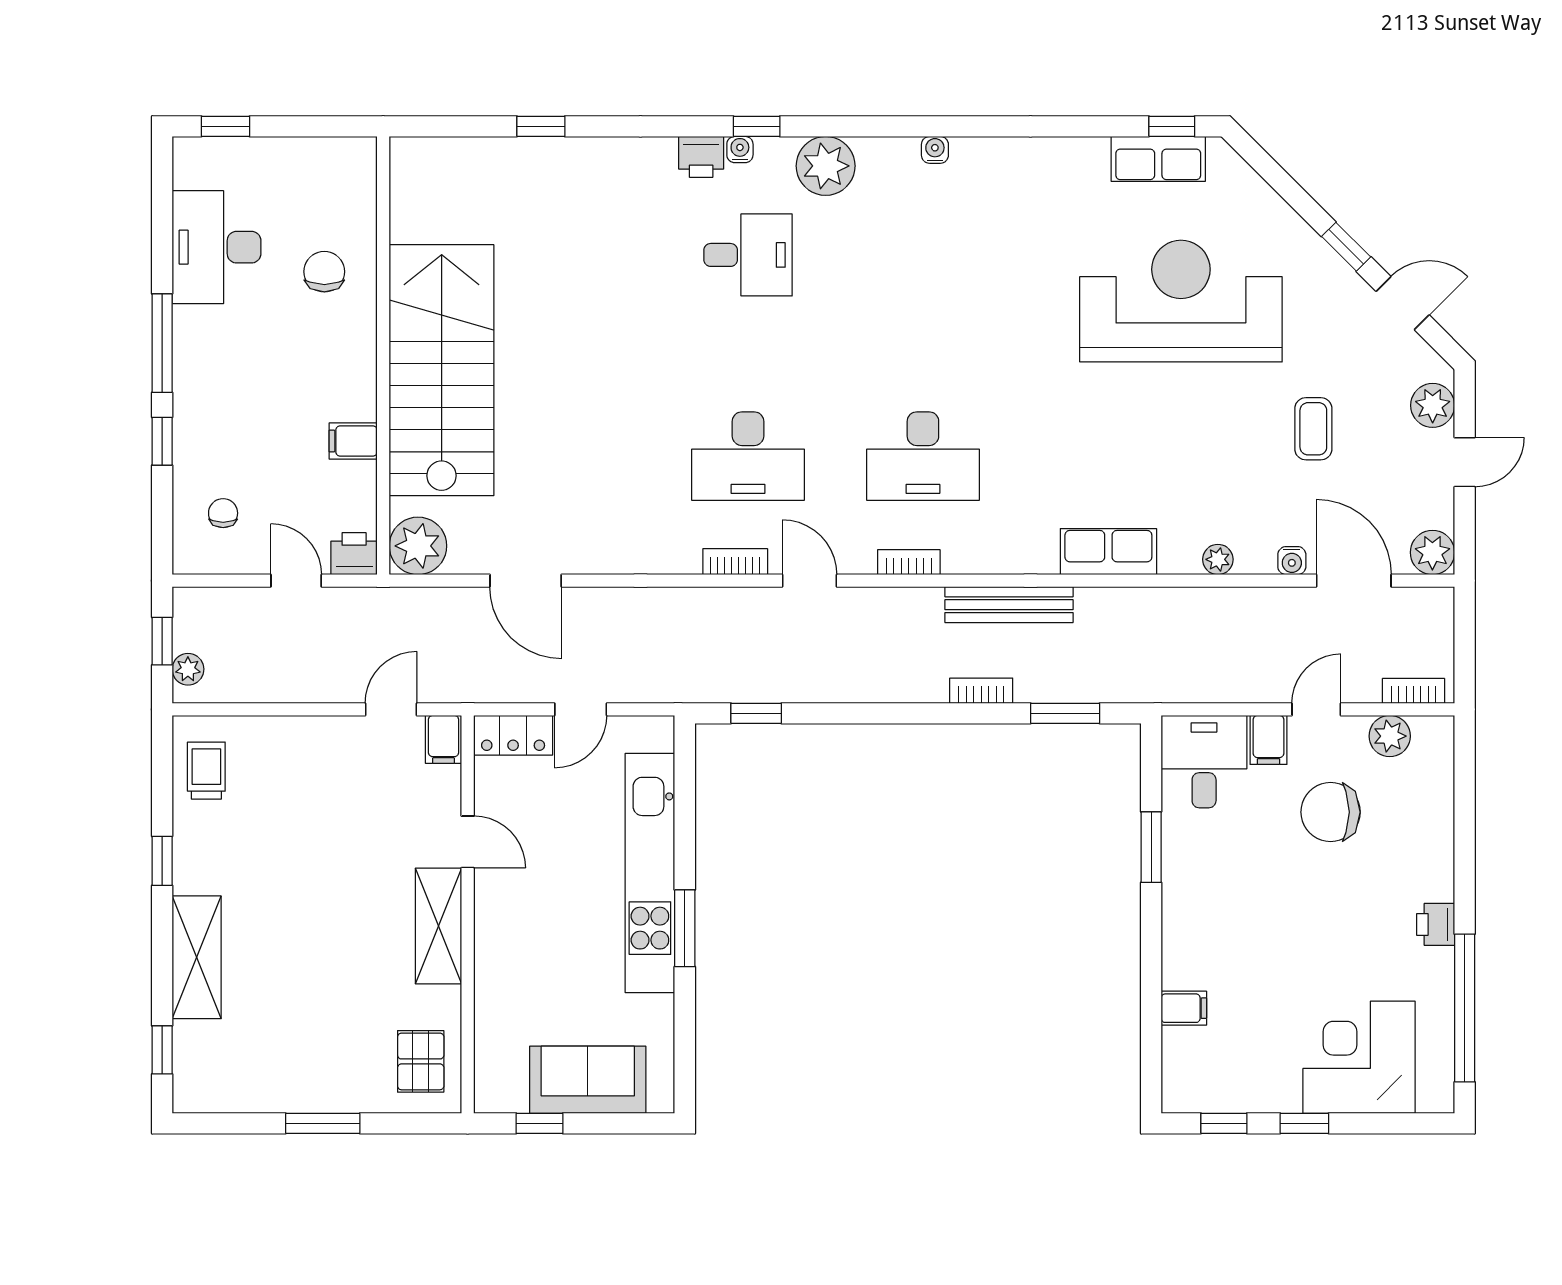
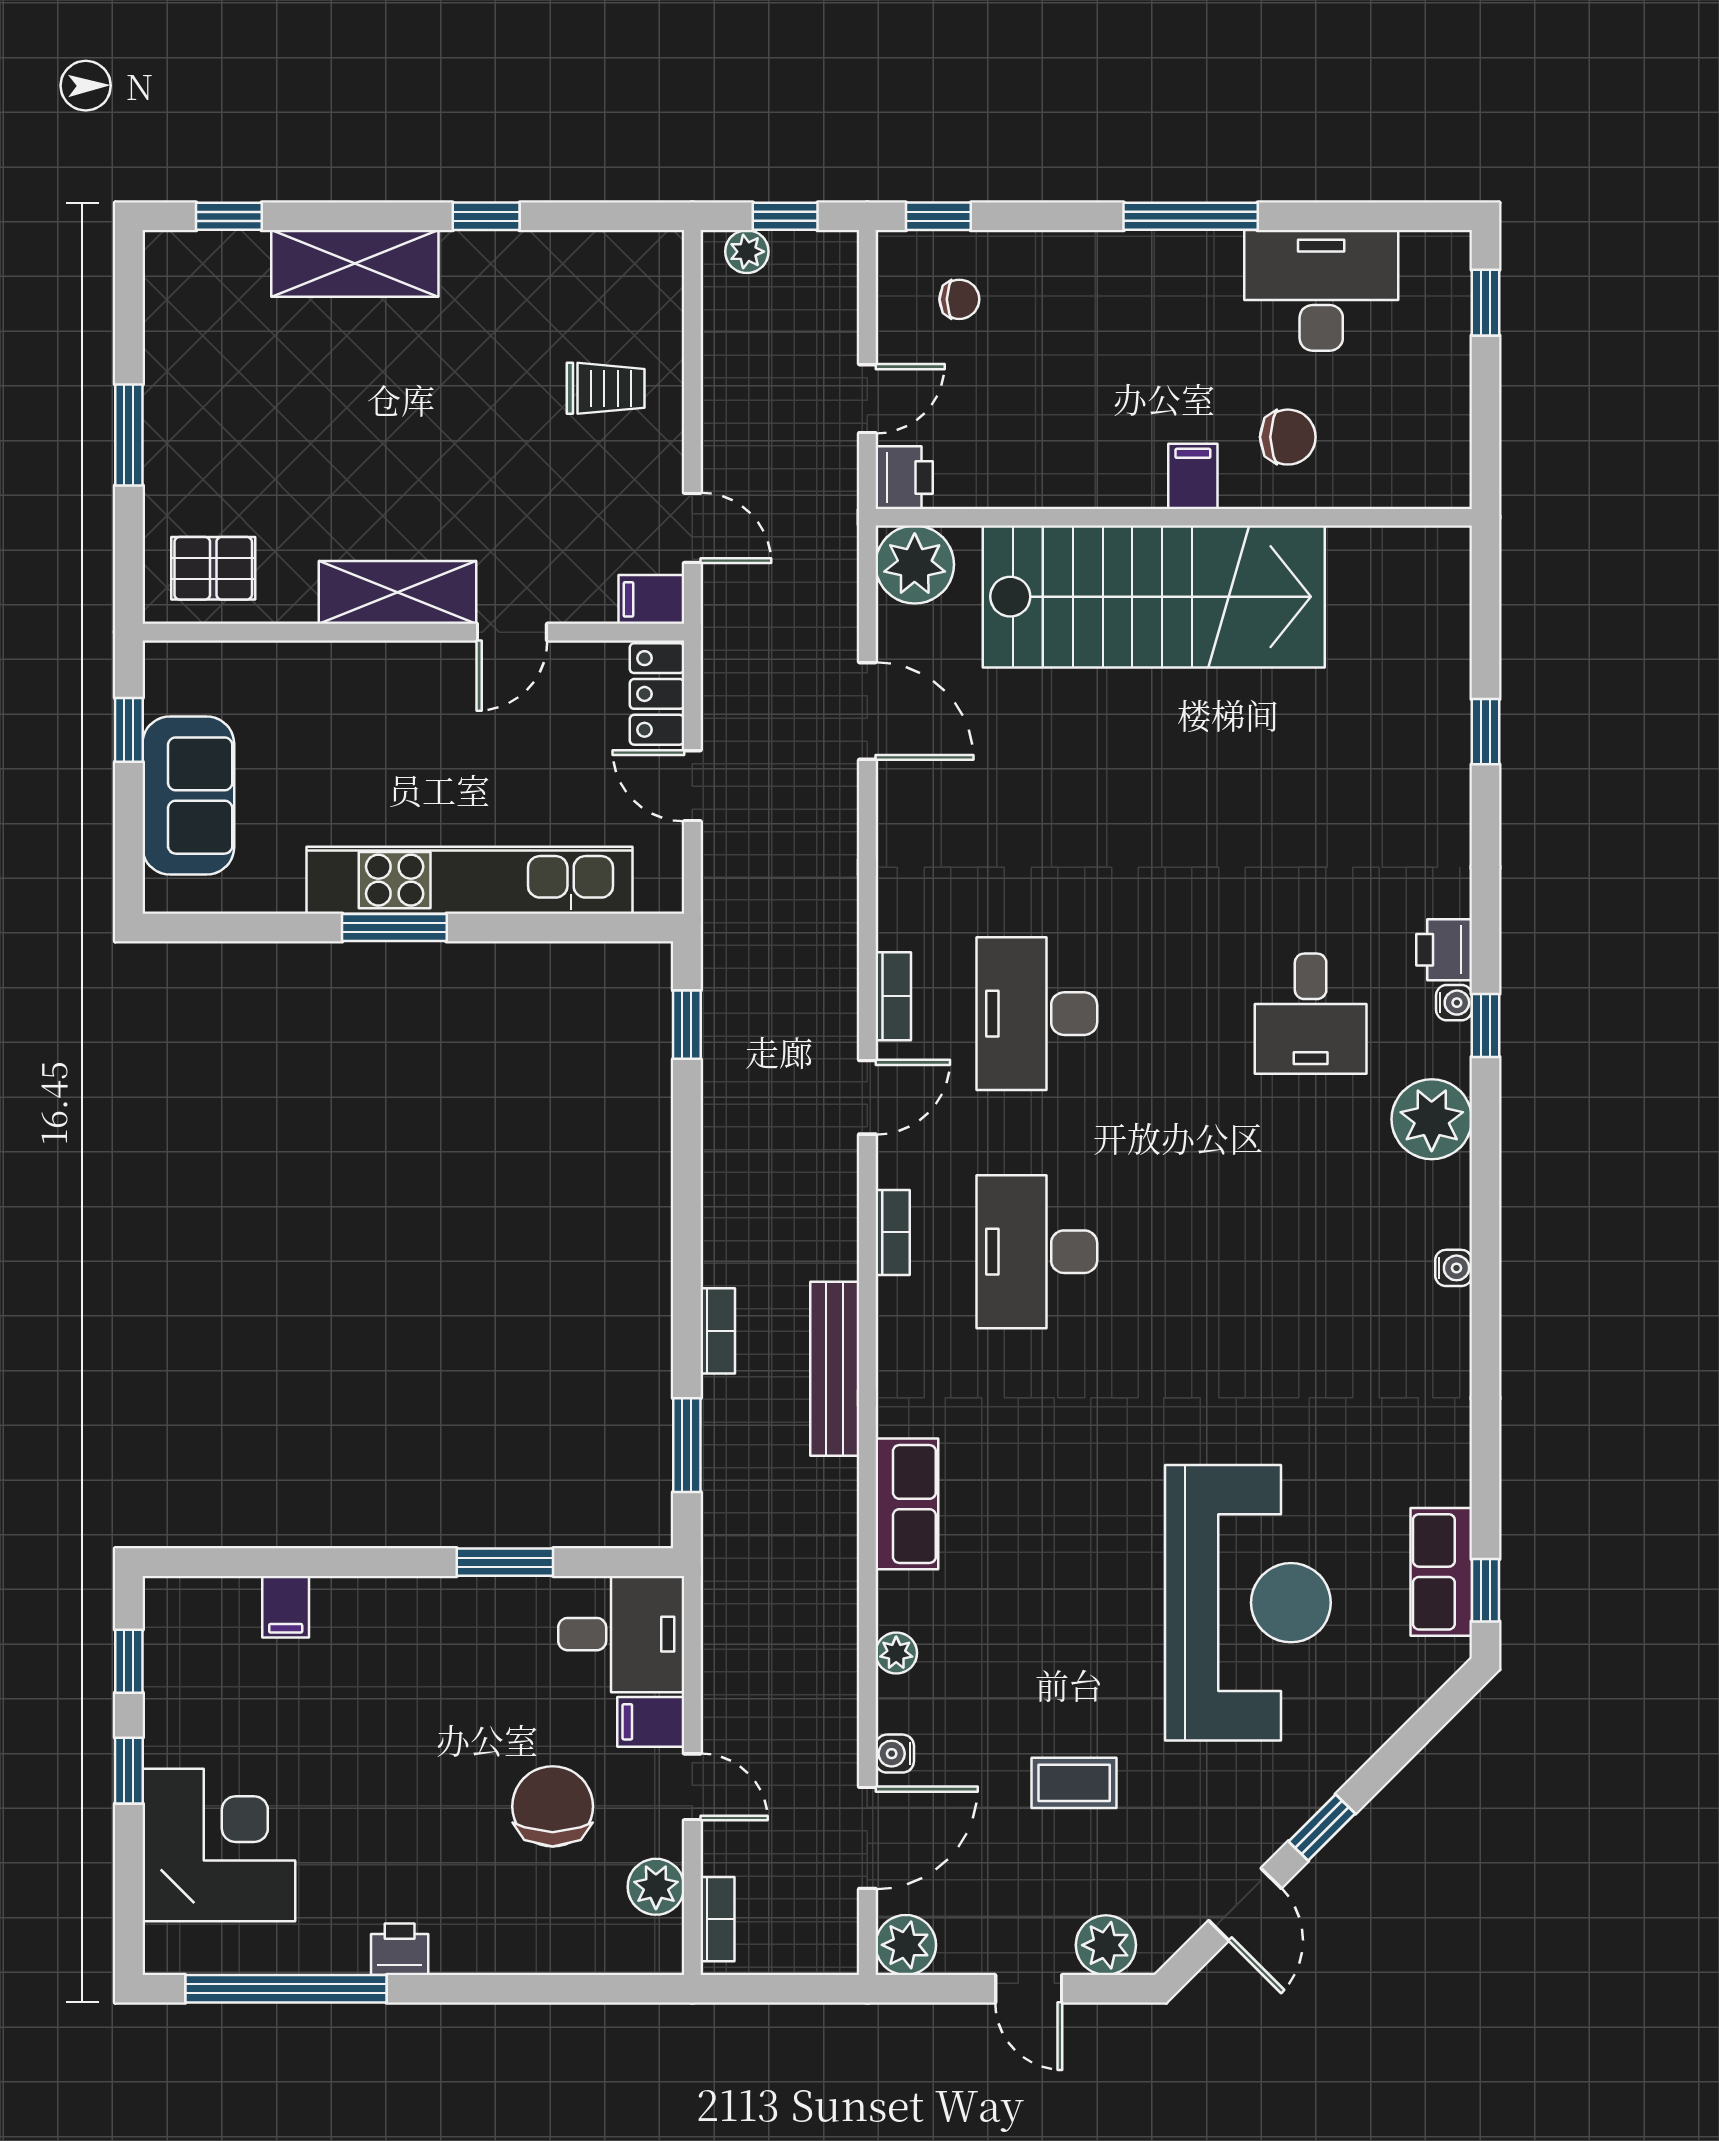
window: (162, 441) -> (938, 216), moved
filing cabinet: (353, 441) -> (1193, 476), moved
door: (526, 581) -> (867, 711), swing flipped
trolley: (206, 771) -> (606, 388), moved

